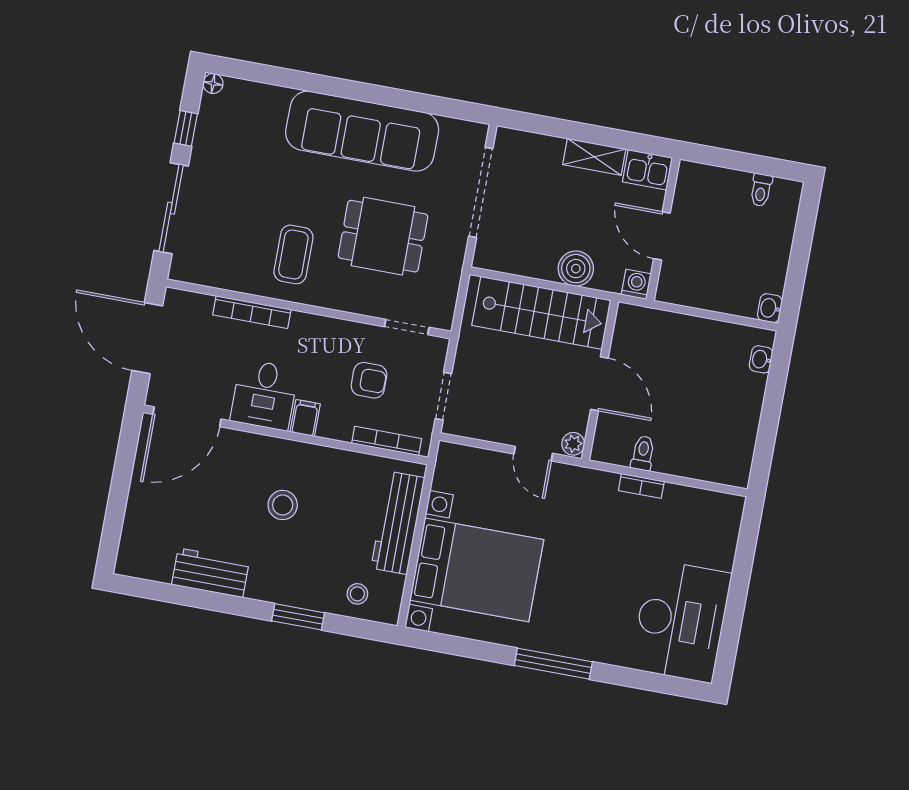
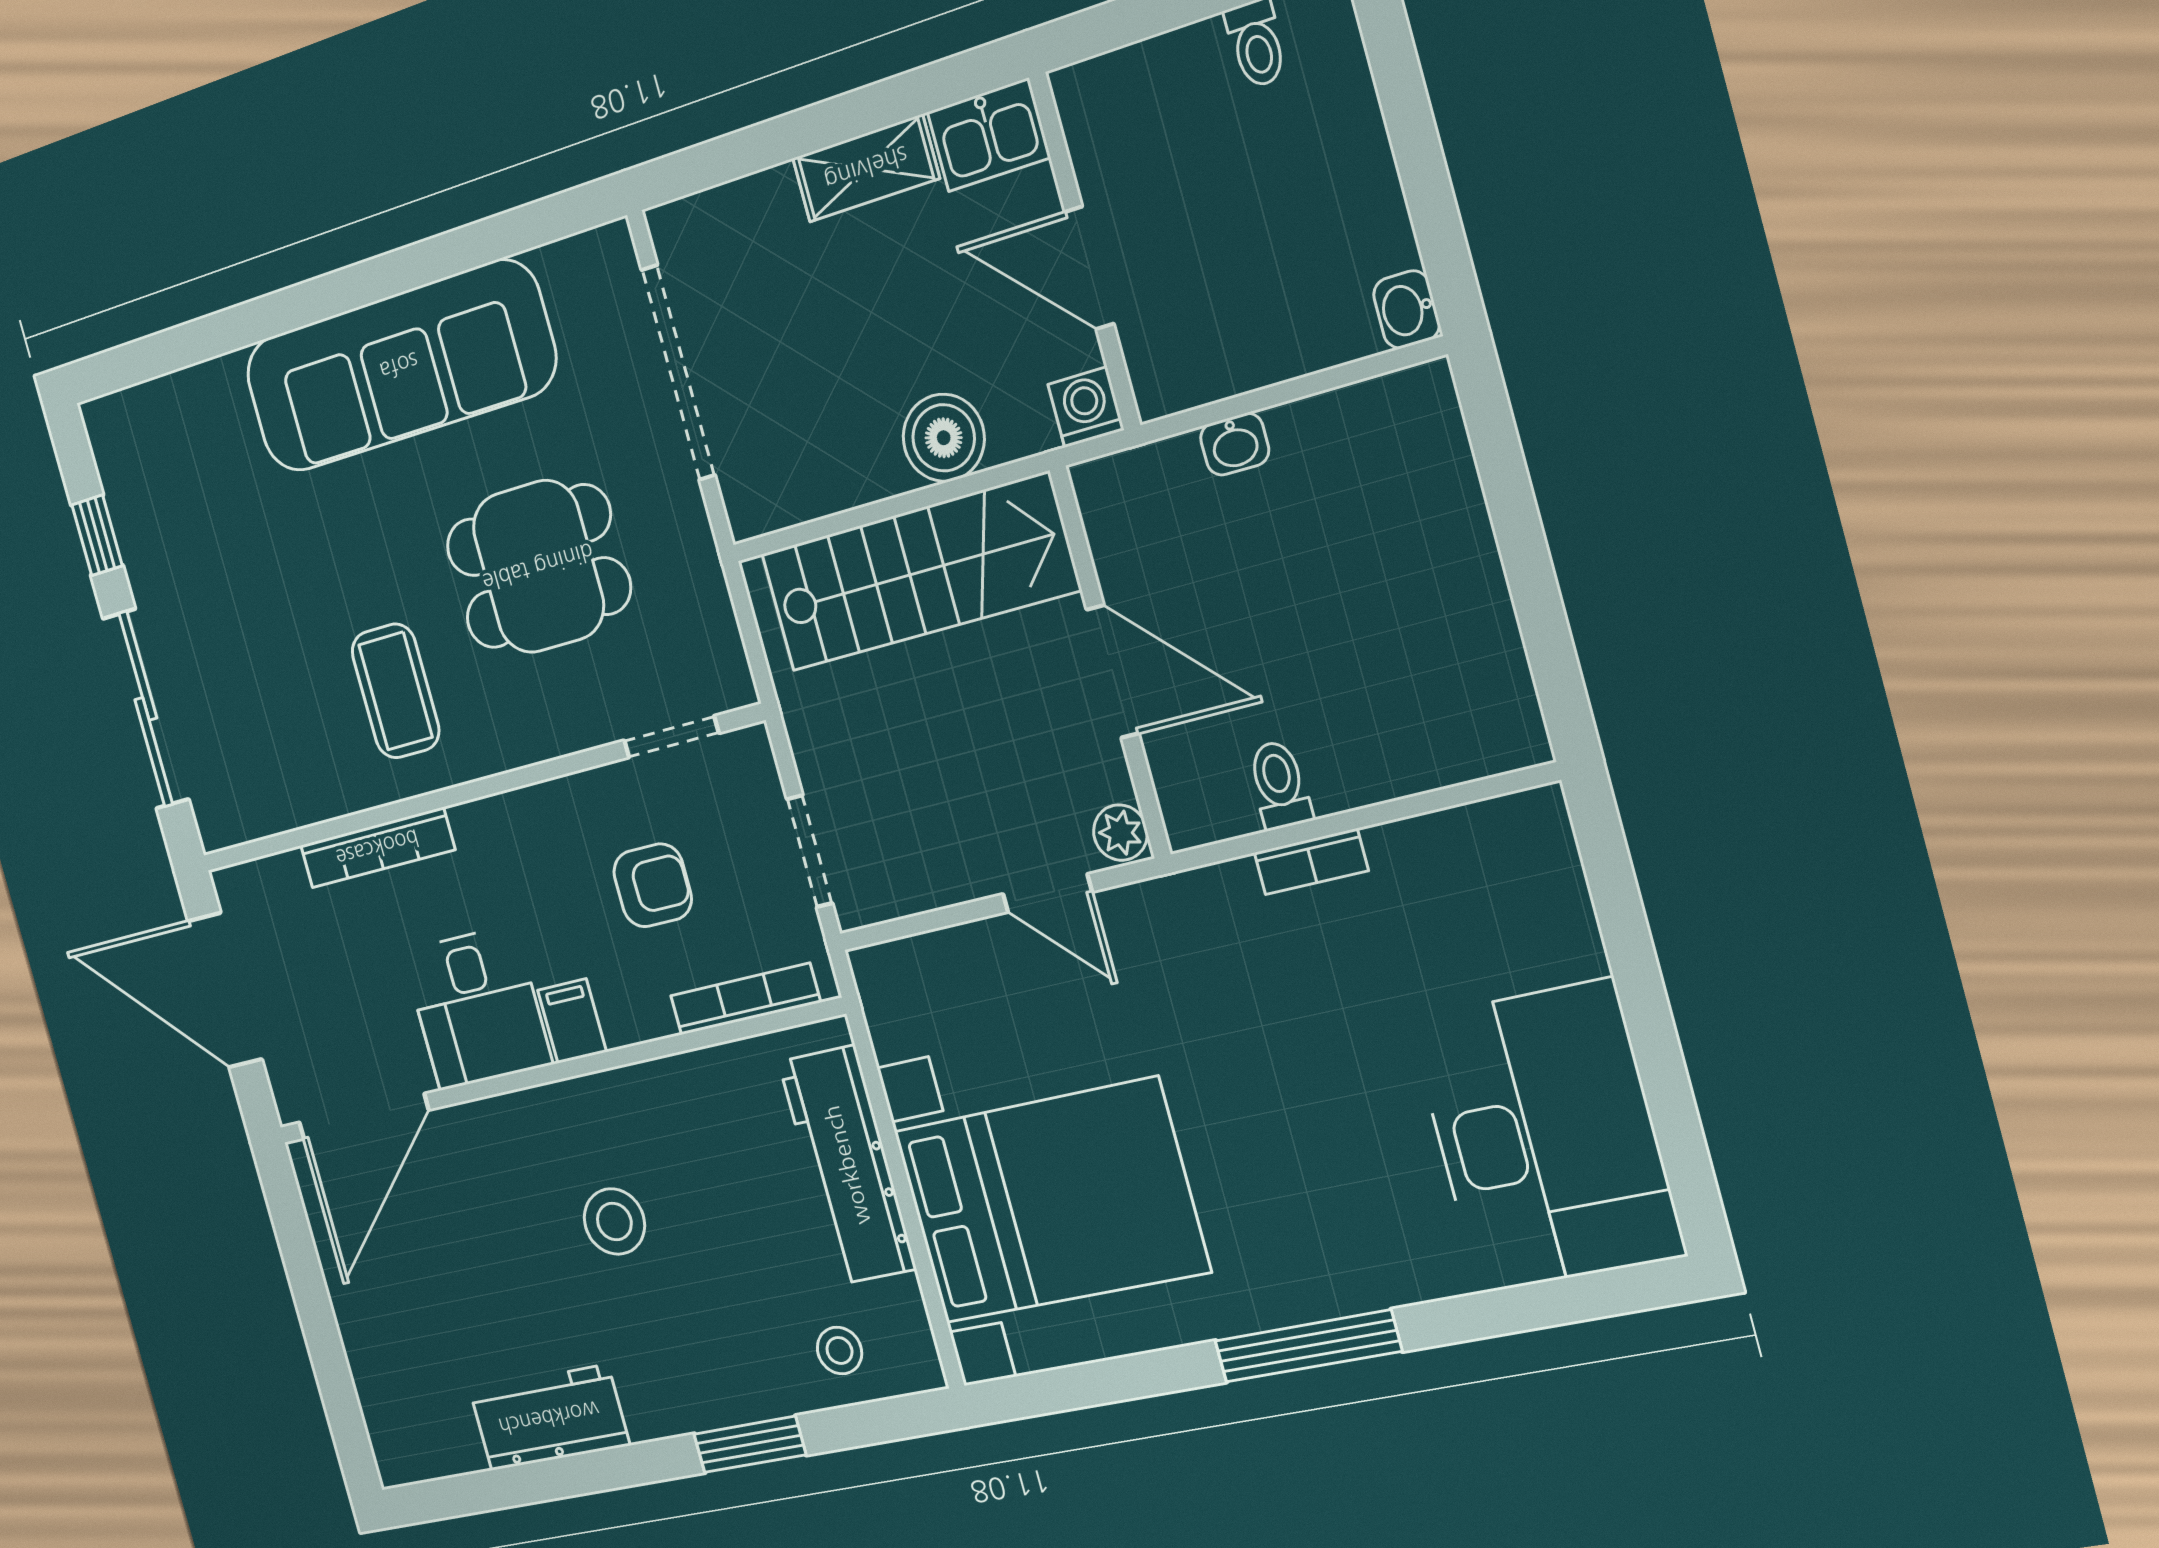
floor lamp: (213, 83) -> (100, 419), removed
washbasin: (761, 359) -> (1235, 444), moved, turned -90

